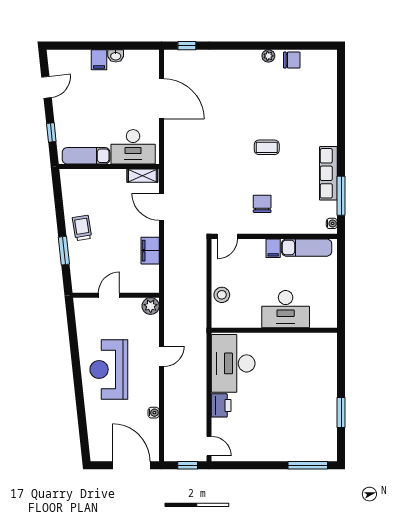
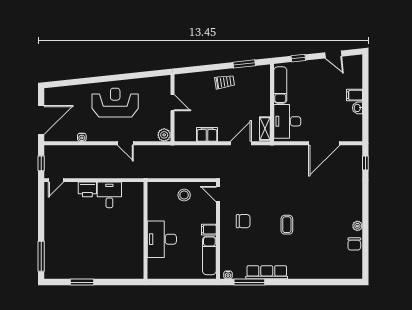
window: (64, 251) -> (244, 64), moved
stool: (222, 295) -> (184, 195), moved
desk: (233, 363) -> (109, 195), width x0.53, depth x0.77

